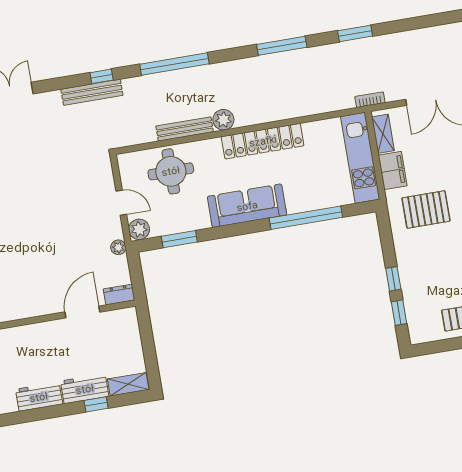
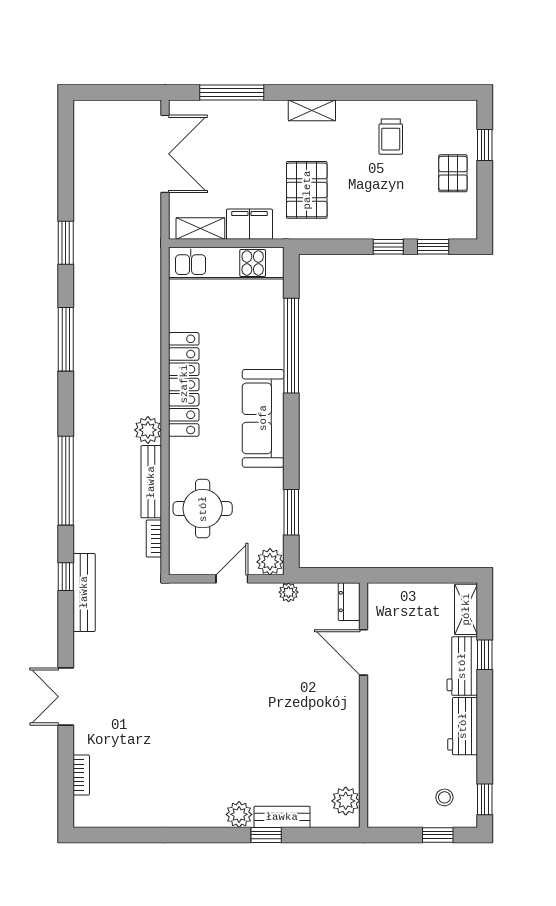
bookcase: (370, 100) -> (154, 539), moved

